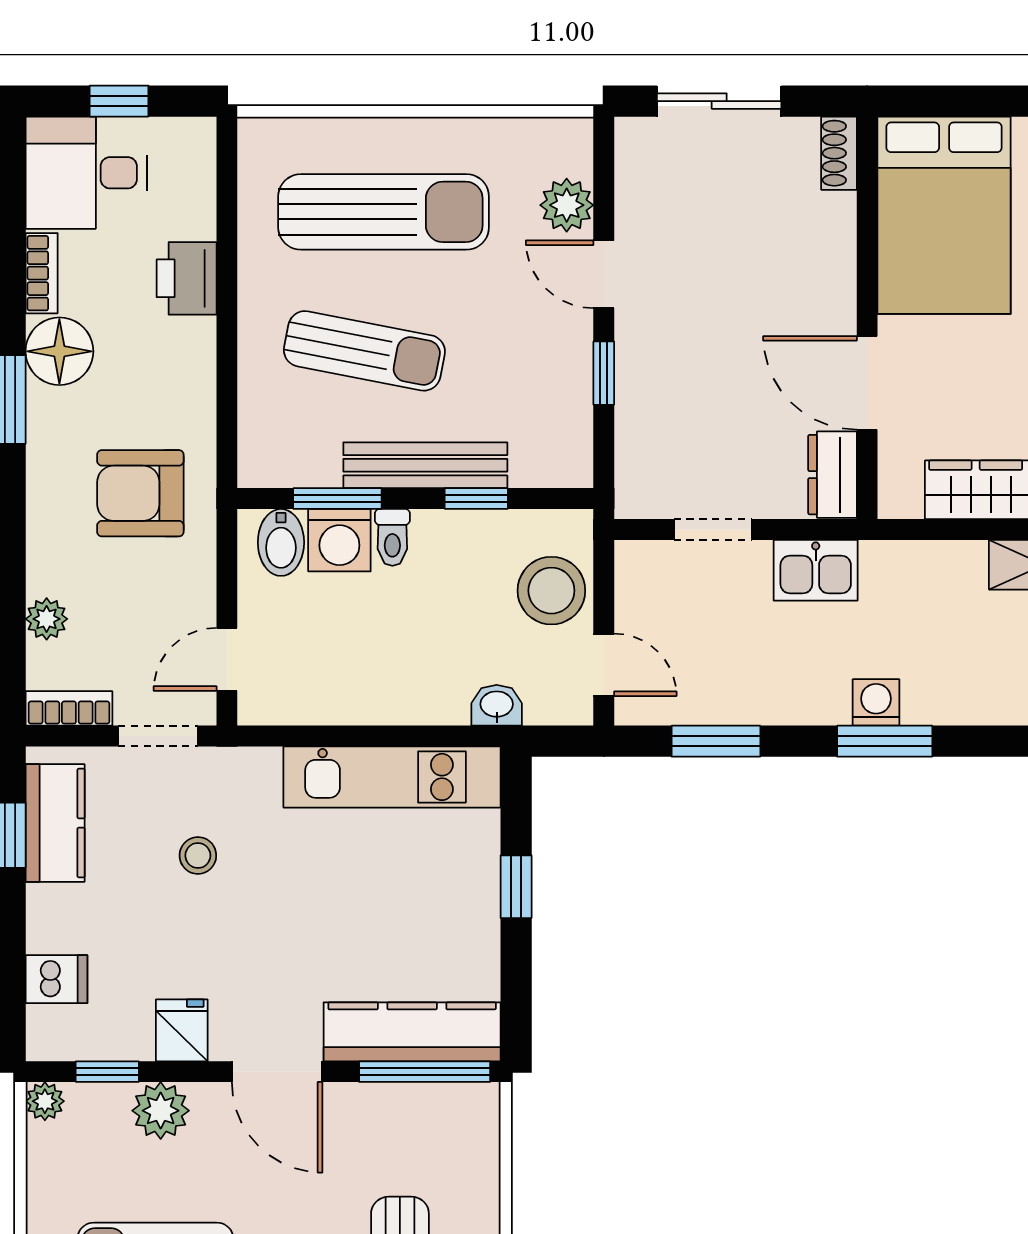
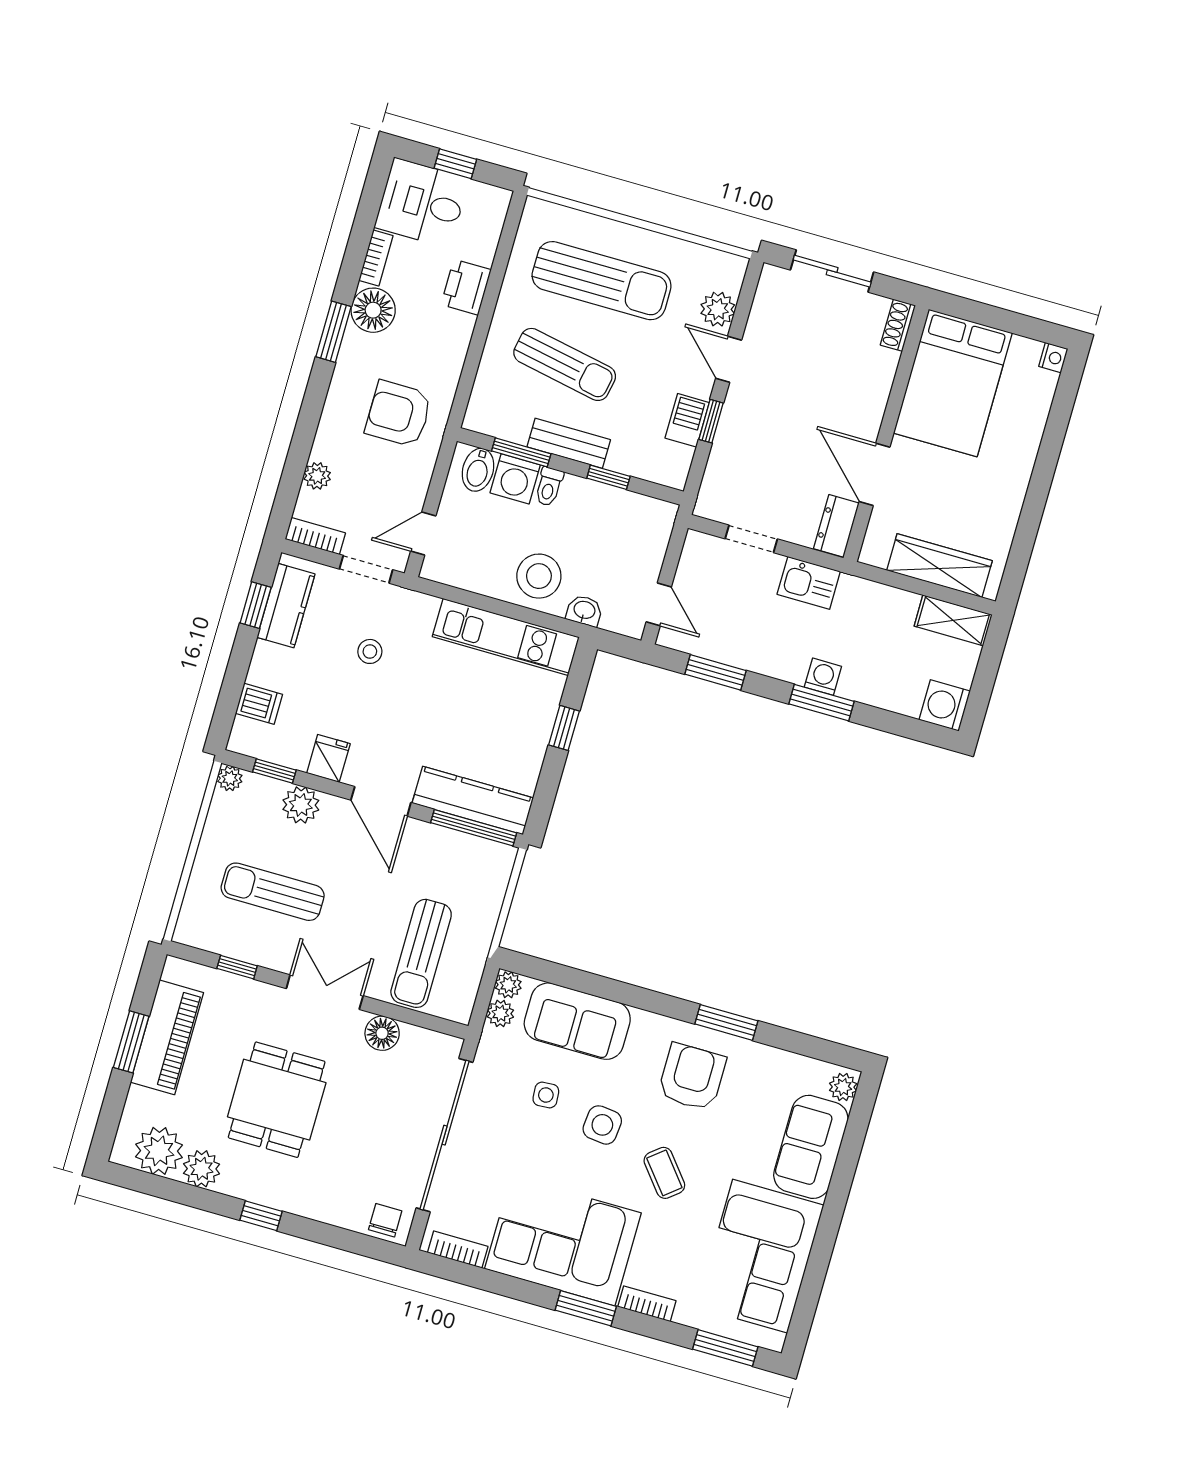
barbecue: (568, 382) -> (687, 420), added
bench: (425, 465) -> (569, 443), width x0.73
stool: (551, 591) -> (539, 576), moved

